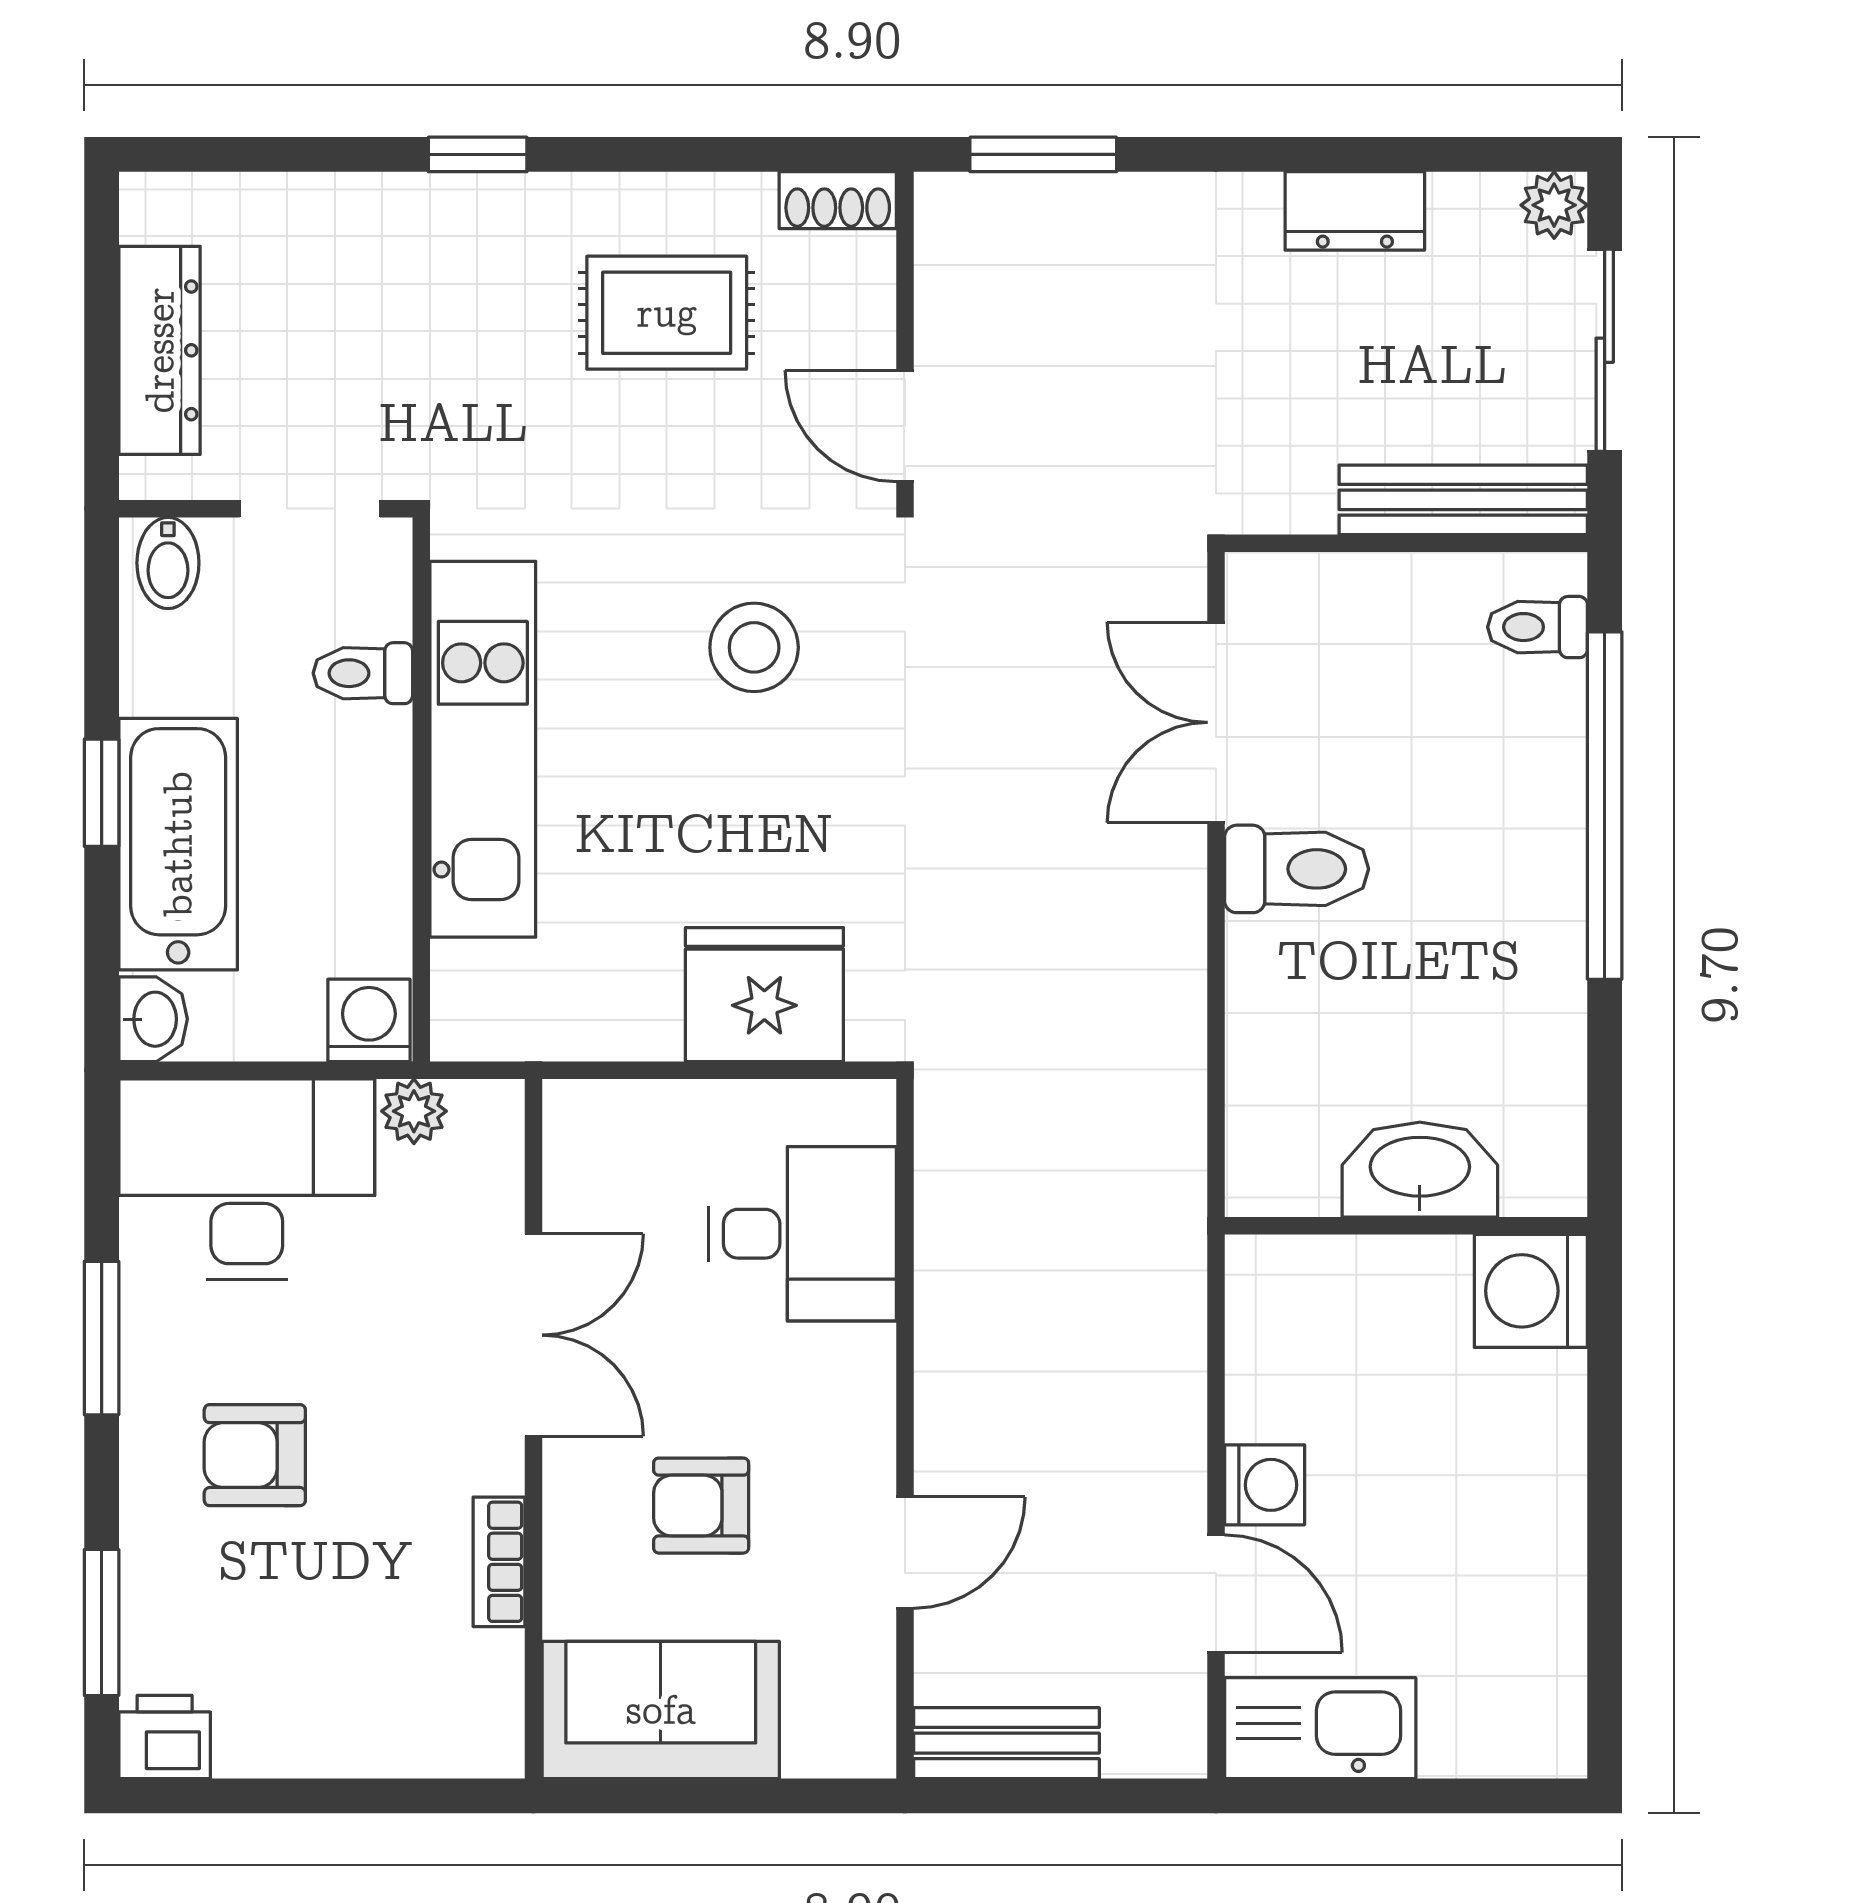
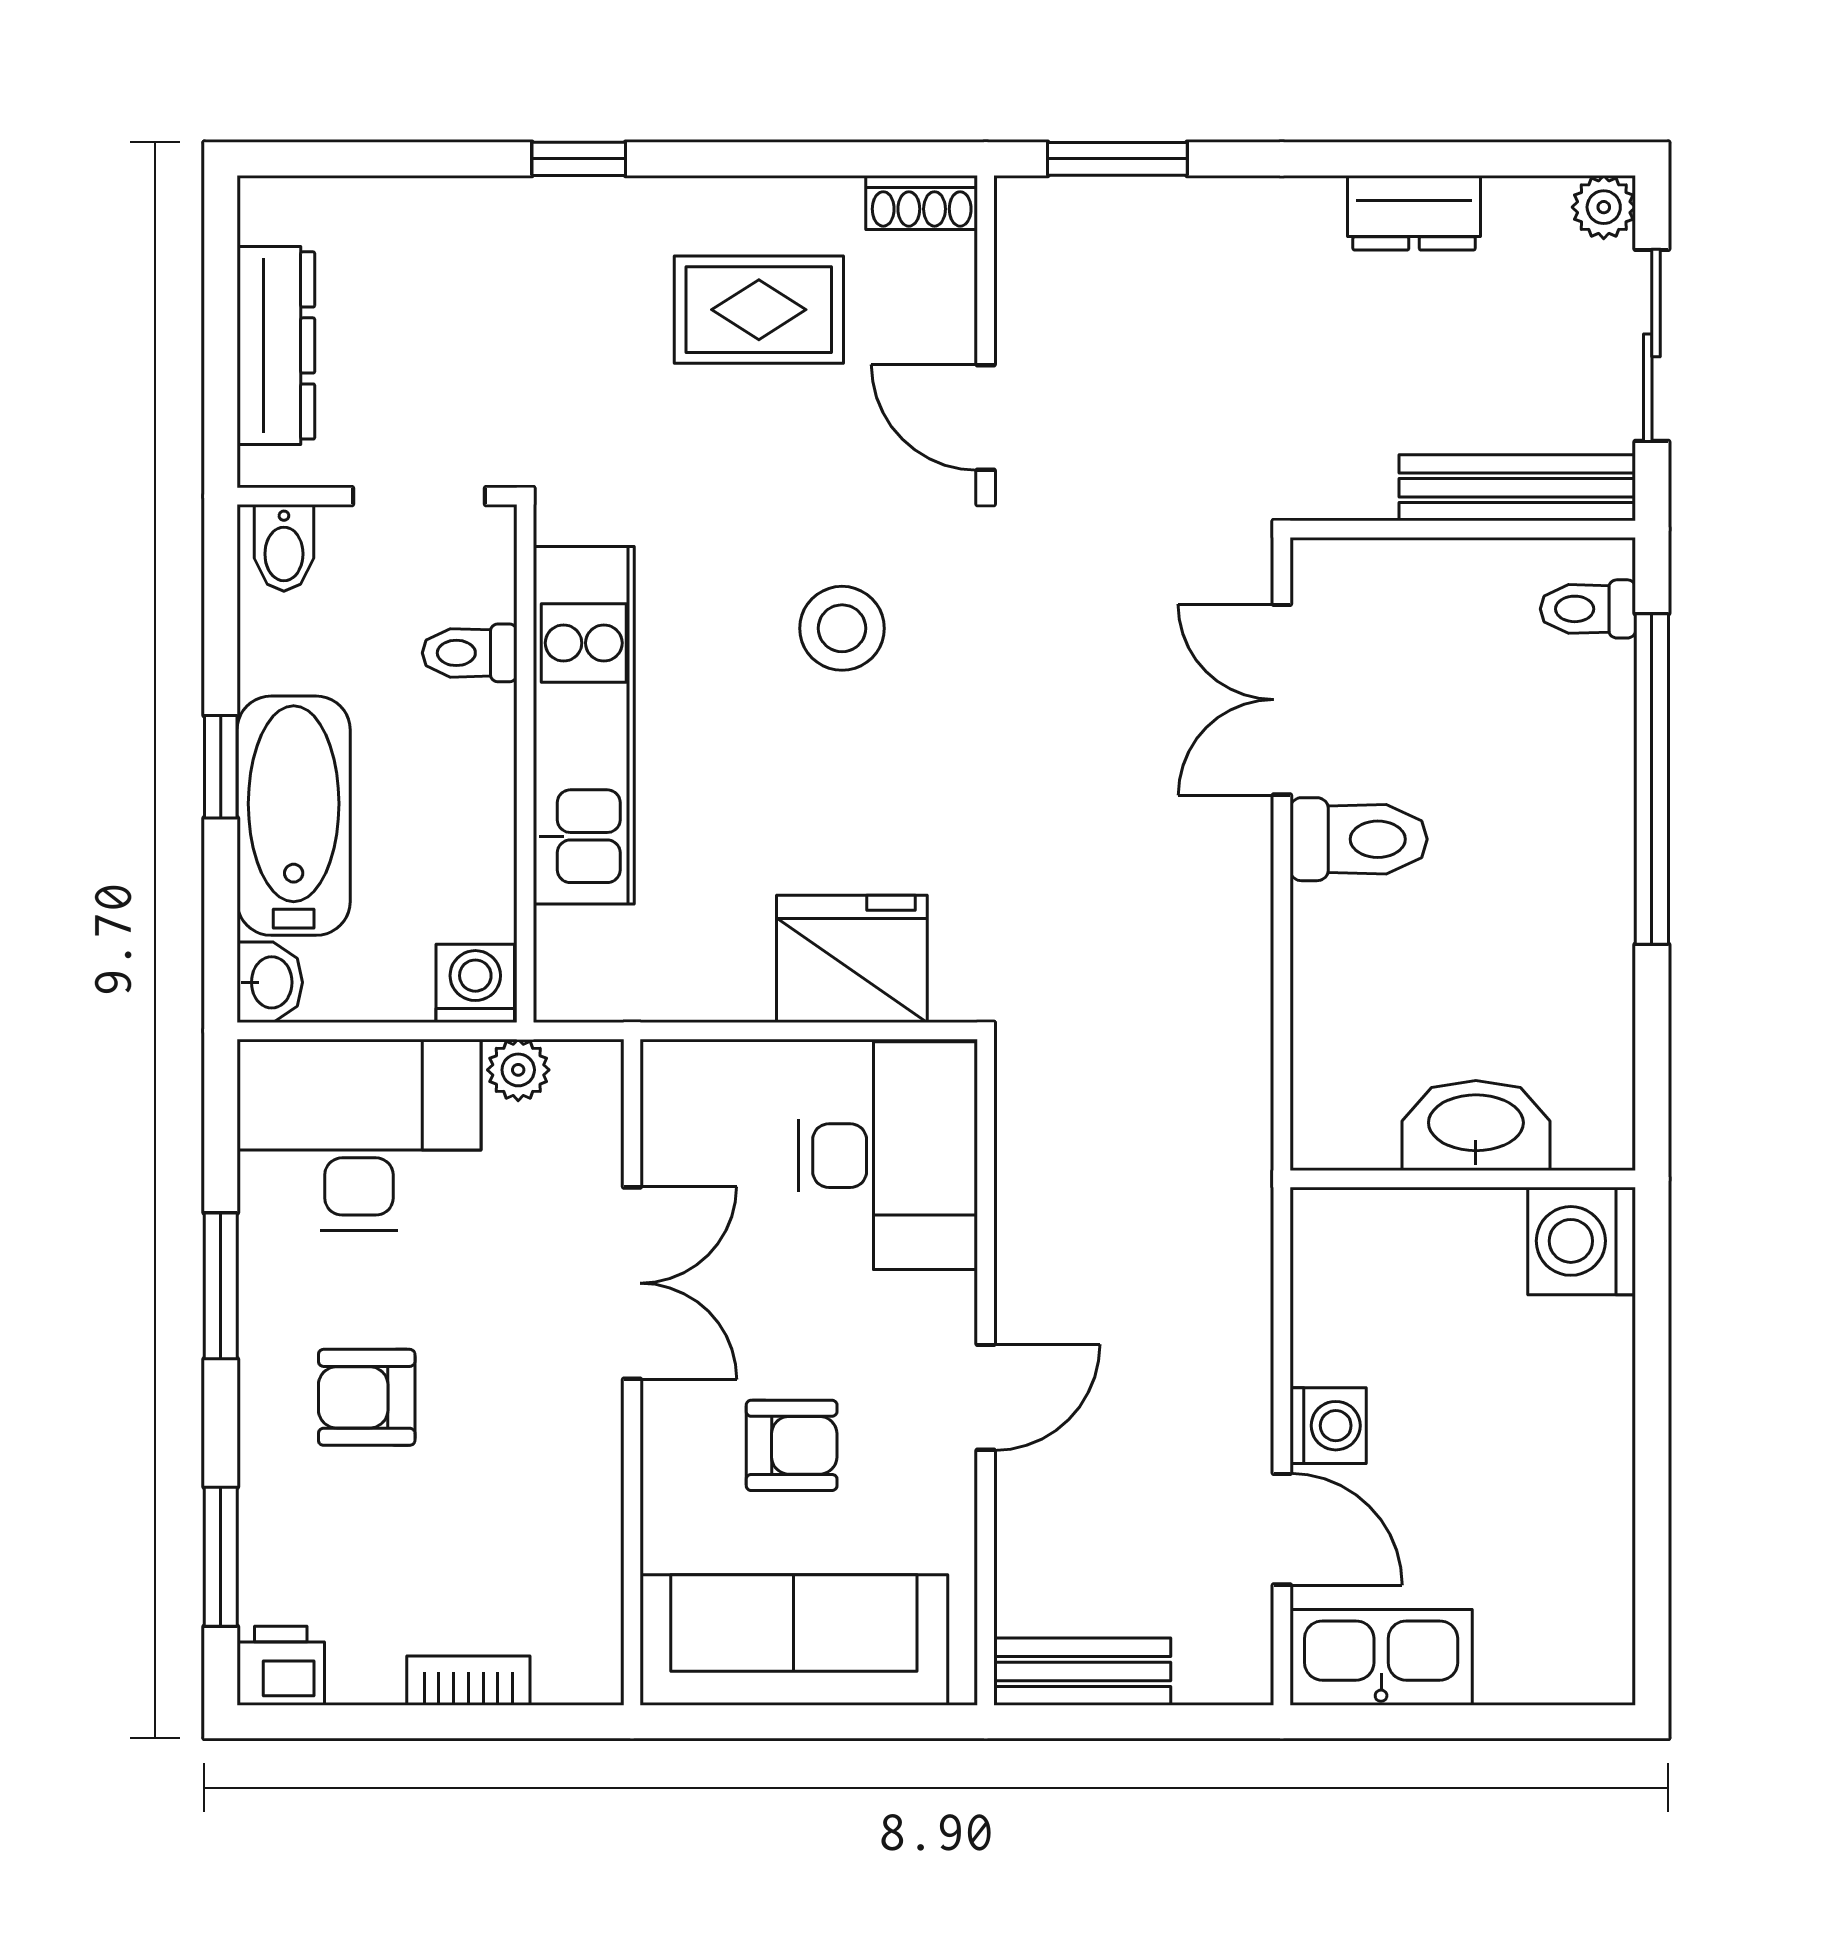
desk: (802, 1234) -> (888, 1156), width x1.37
armchair: (701, 1506) -> (792, 1445), turned 180
door: (905, 1553) -> (986, 1397), moved
bookcase: (499, 1562) -> (468, 1681), moved, turned 90
sofa: (661, 1710) -> (794, 1640), width x1.36

